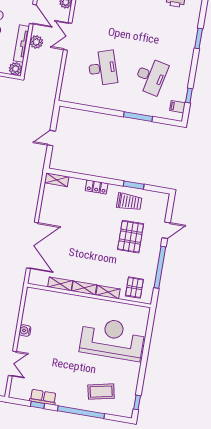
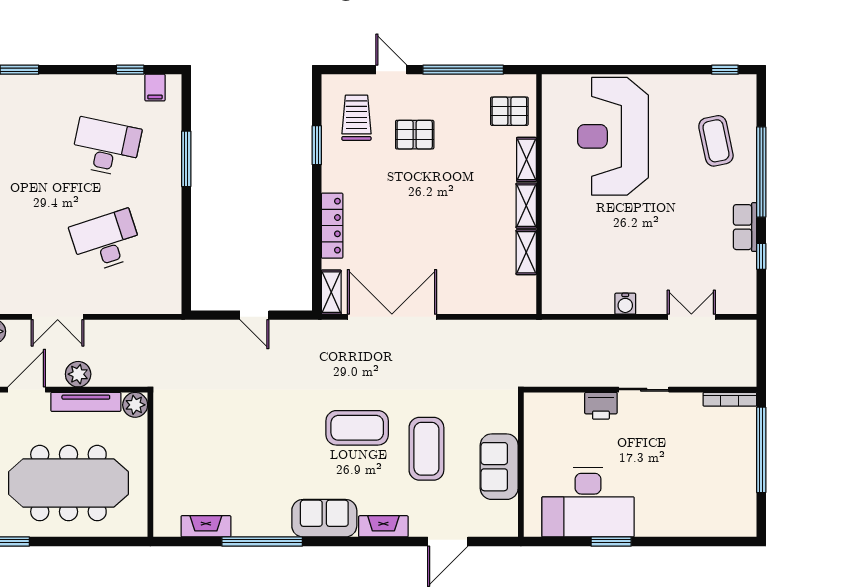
locker: (97, 187) -> (332, 226), width x1.53
trolley: (129, 202) -> (356, 118), moved
pallet: (131, 237) -> (415, 135), width x0.67, depth x0.71
double door: (32, 245) -> (392, 317), moved
row of seats: (43, 397) -> (745, 227), moved

